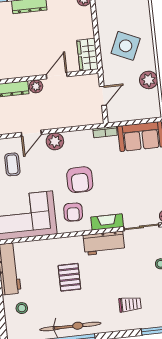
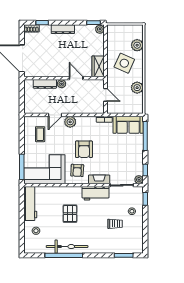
plant: (142, 17) -> (137, 45), added
door: (57, 76) -> (76, 78), hinge flipped
door: (103, 96) -> (106, 95), hinge flipped
trolley: (130, 304) -> (115, 224), moved

